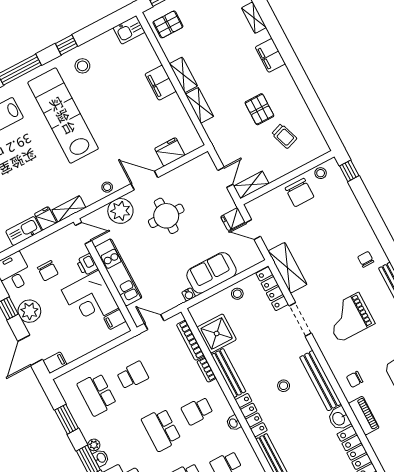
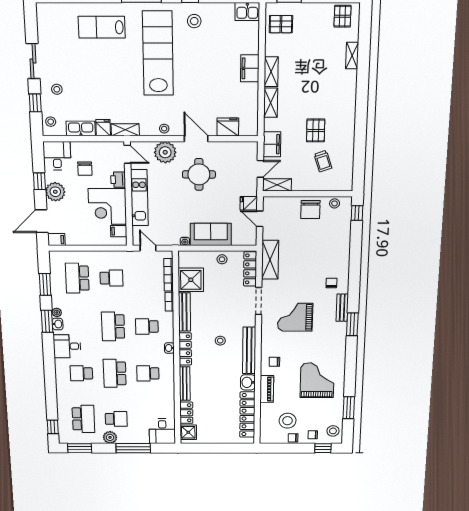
filing cabinet: (270, 55) -> (272, 144), moved, turned 180

